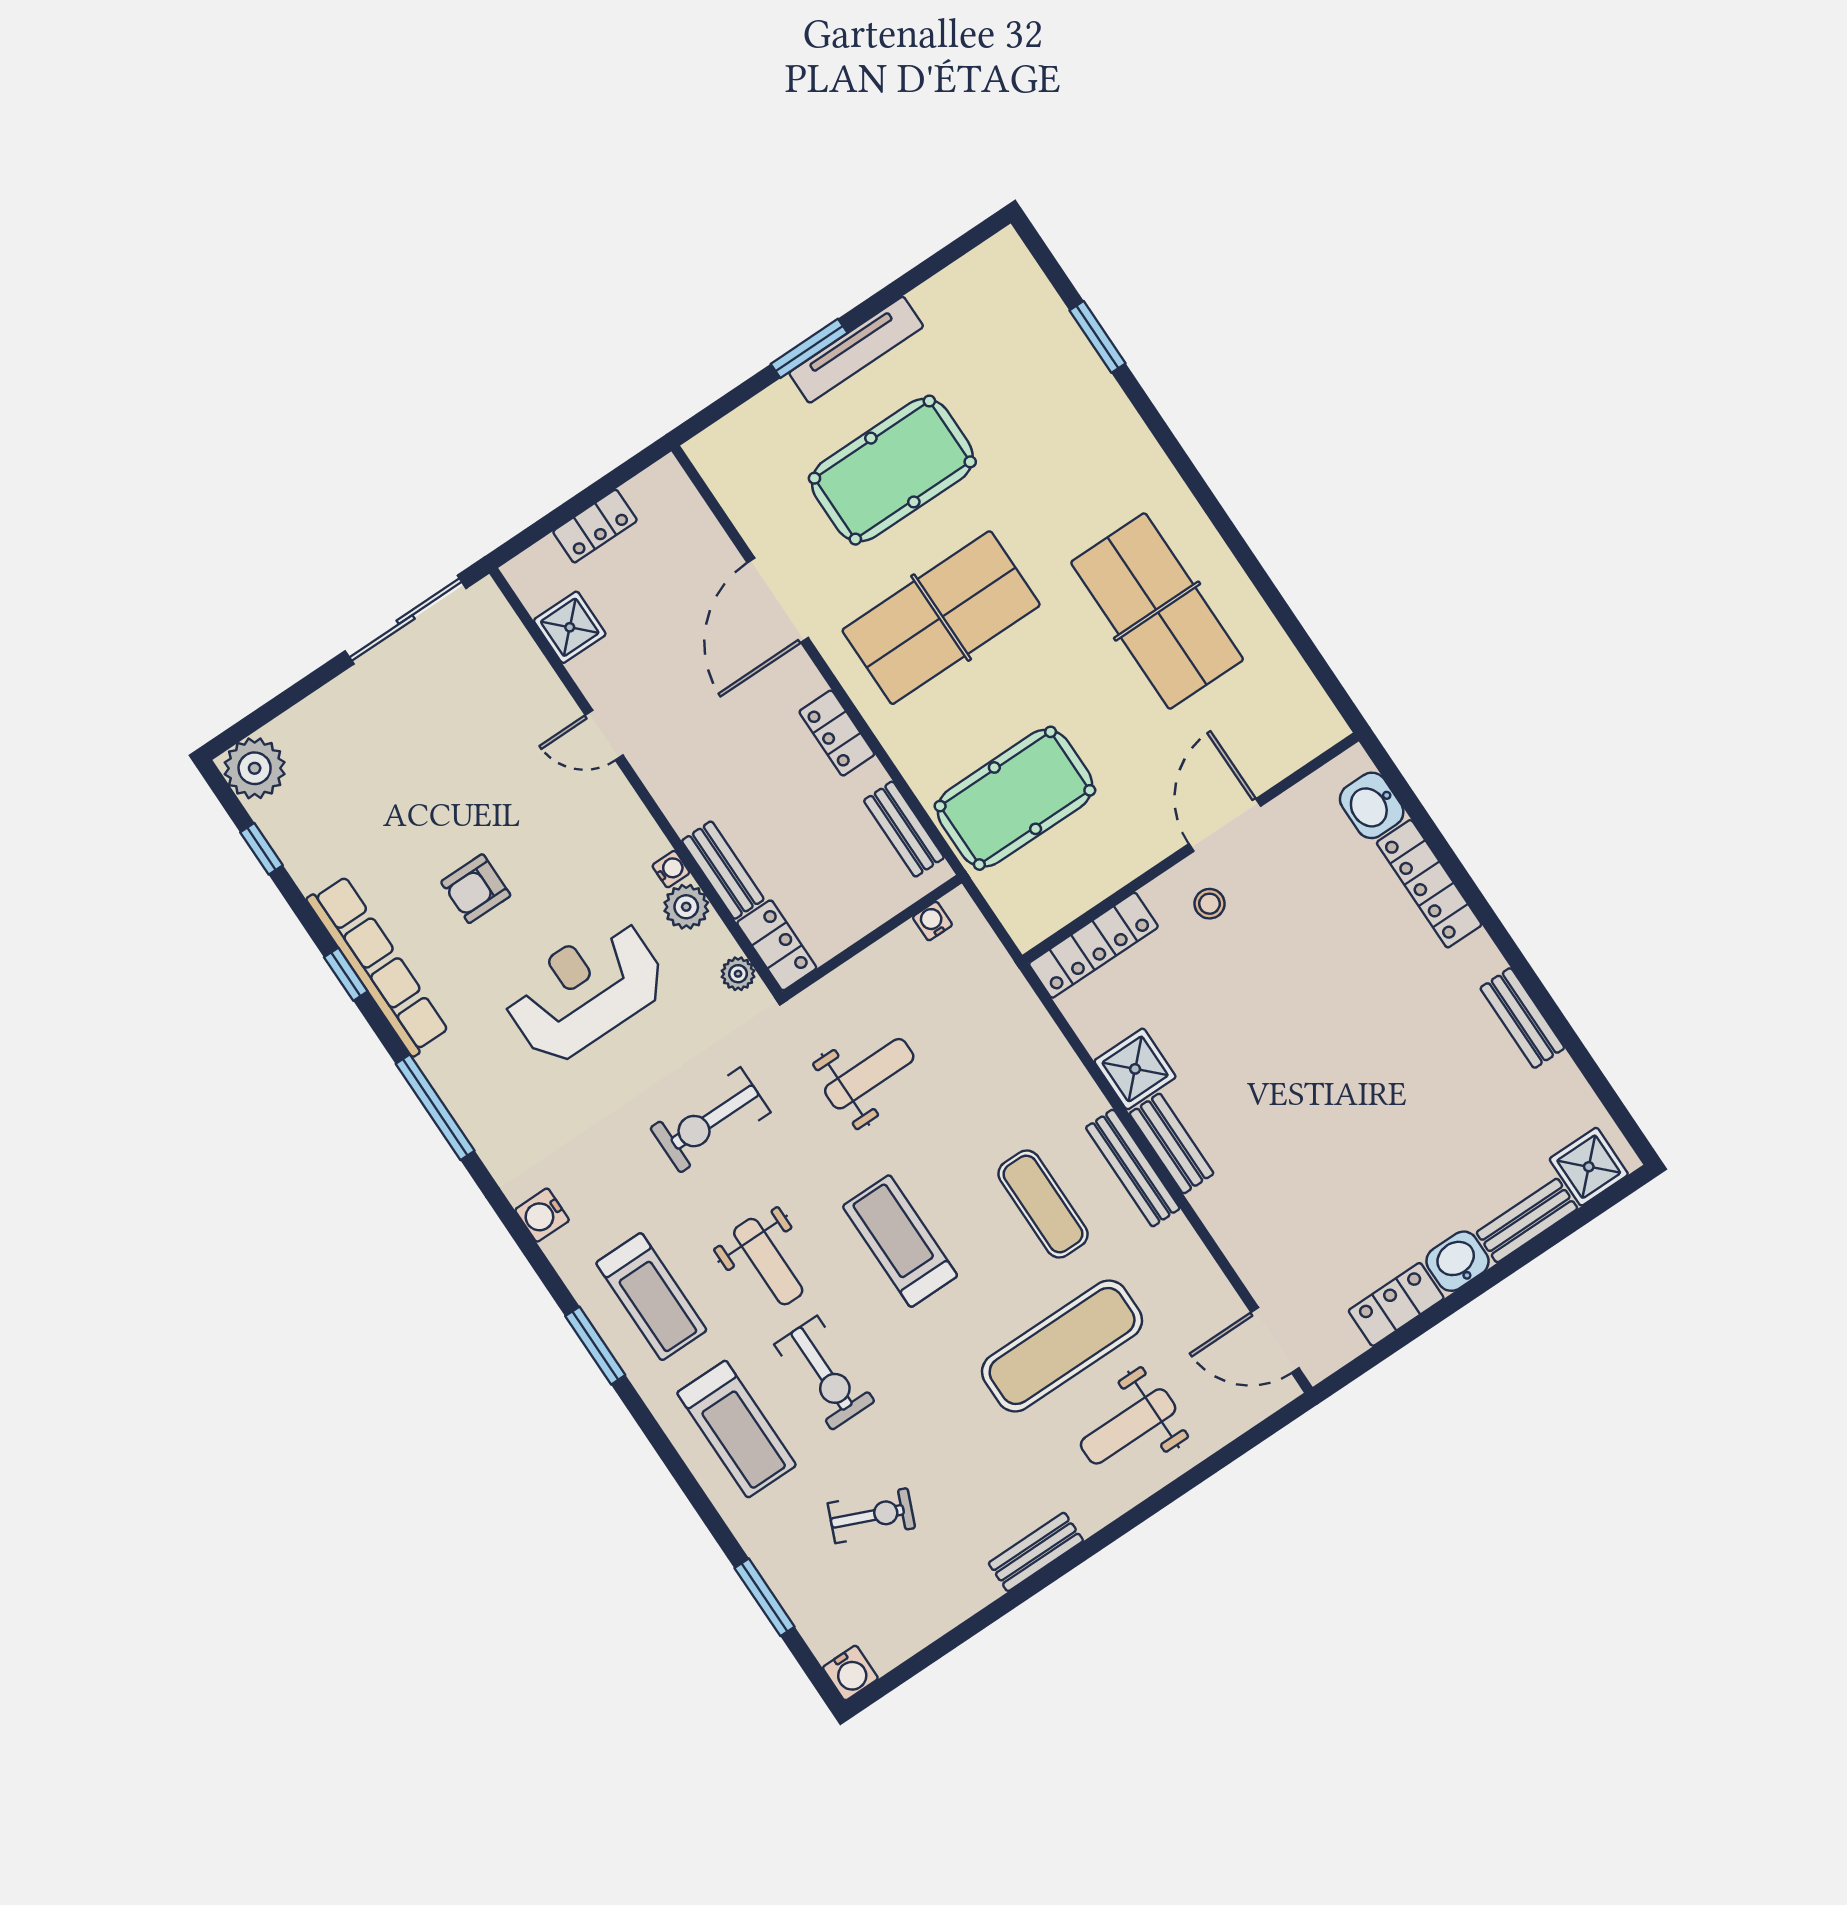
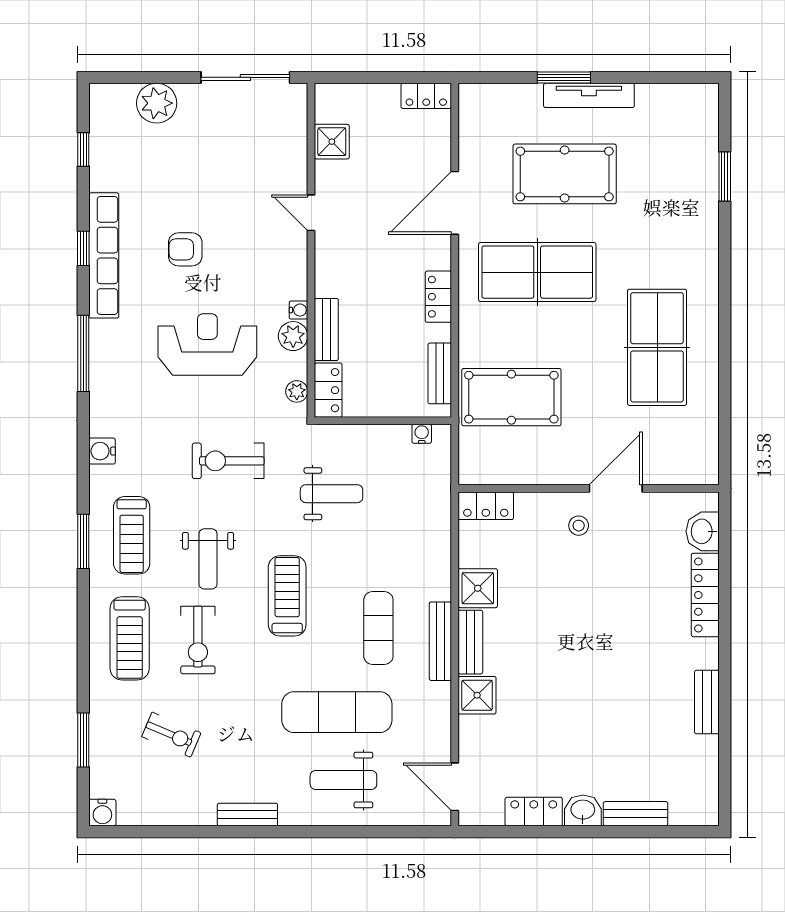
locker: (595, 526) -> (426, 96), moved
plant: (255, 768) -> (157, 103), moved
locker: (1093, 945) -> (486, 506), width x0.66
shower: (1589, 1167) -> (477, 695), moved

